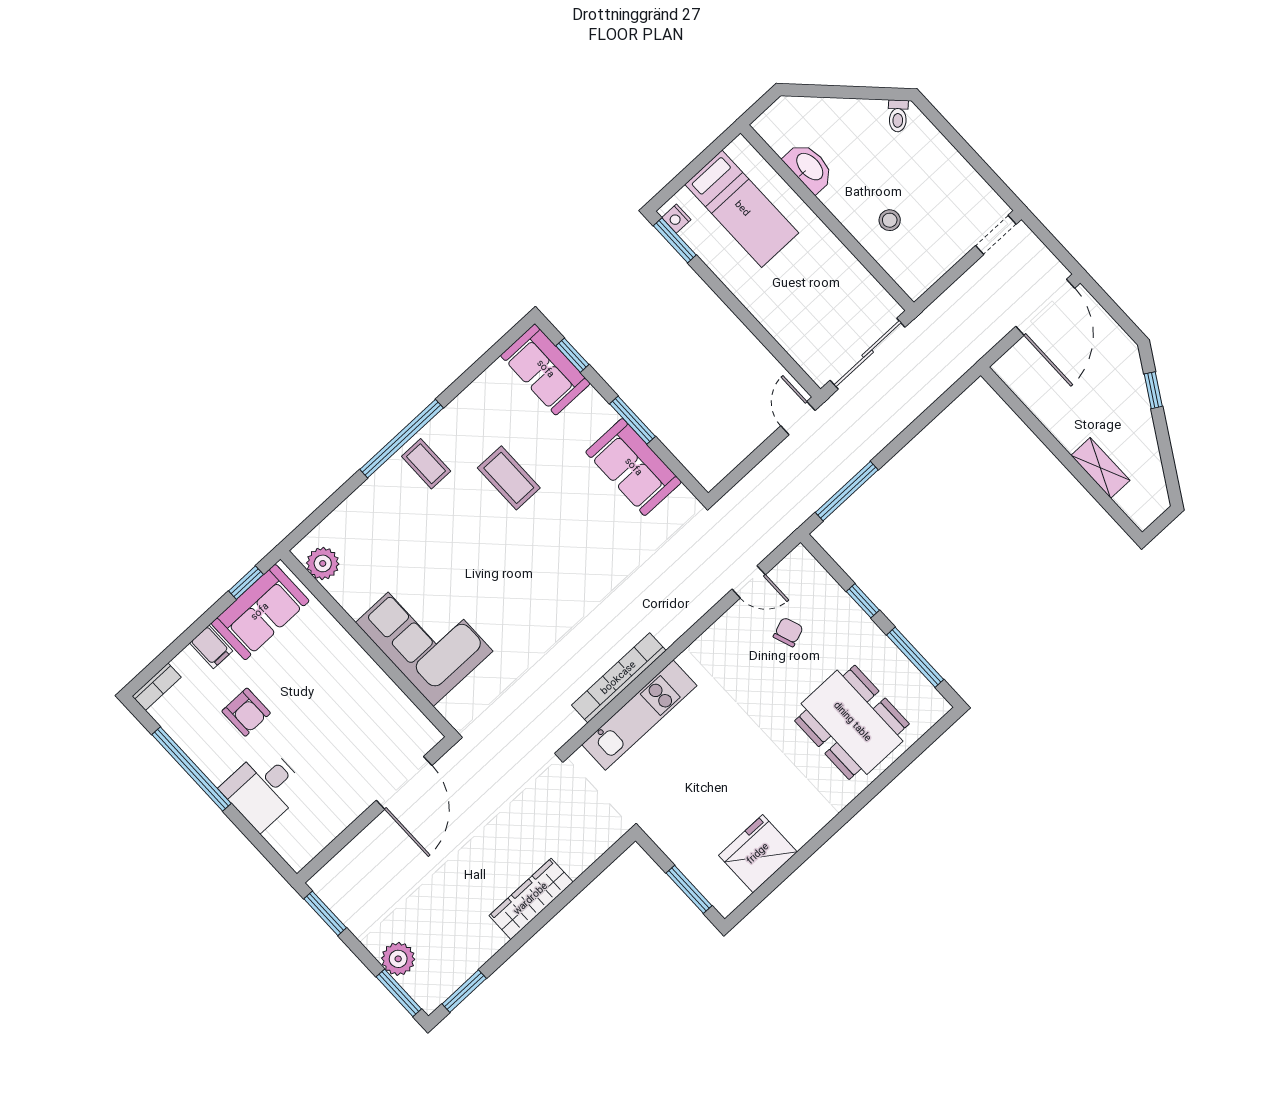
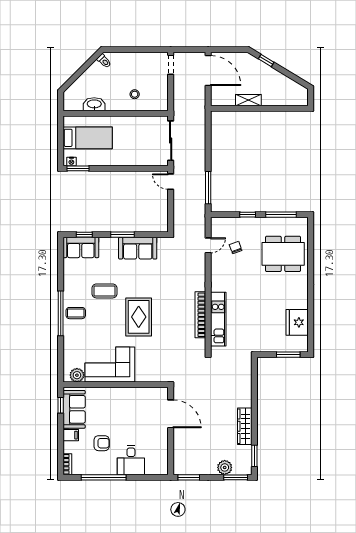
shelving: (1100, 468) -> (248, 100), moved
rug: (518, 577) -> (139, 317), added
corner sofa: (424, 637) -> (110, 365), moved
wardrobe: (531, 899) -> (245, 426), moved

